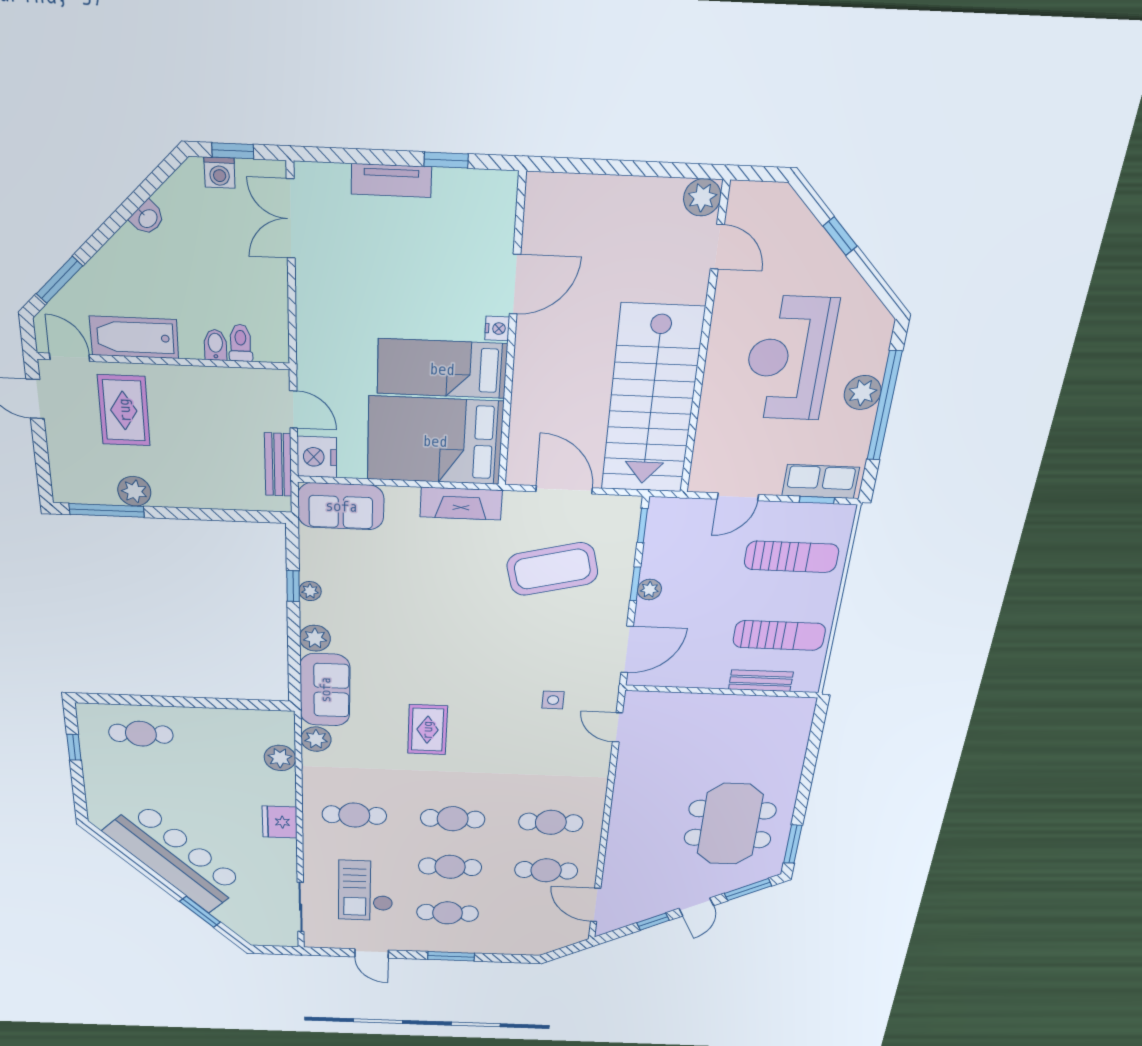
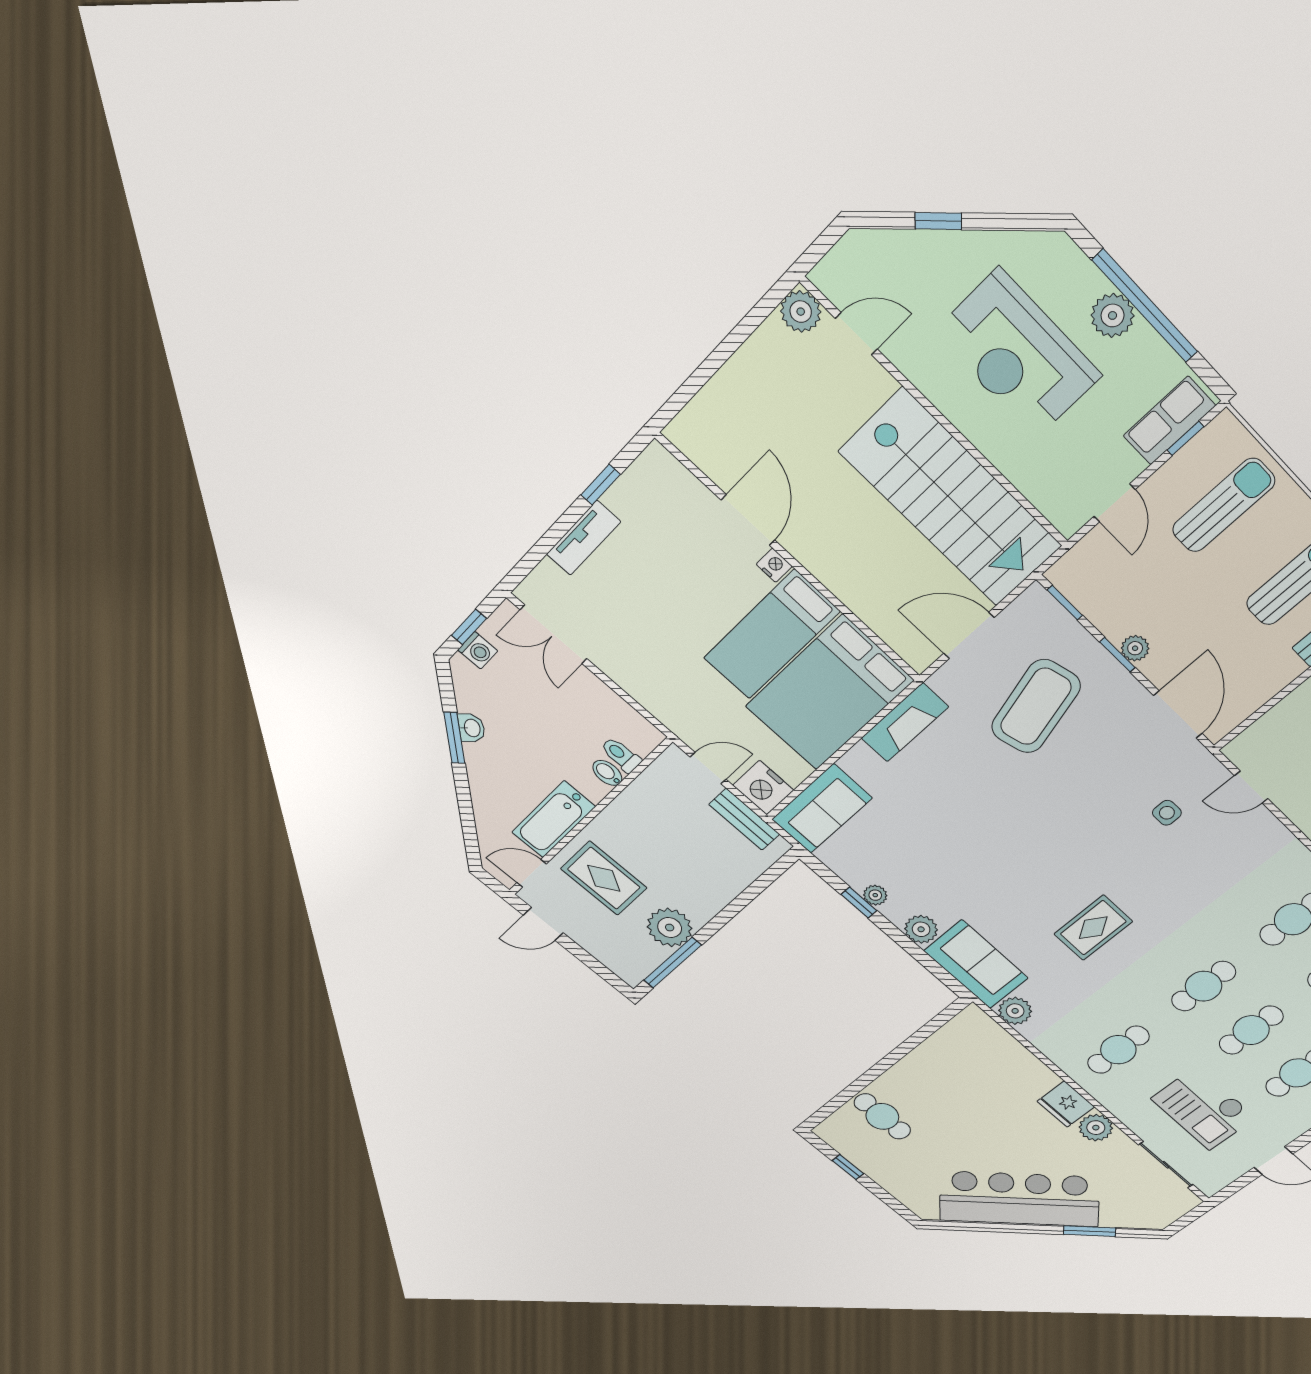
window: (59, 280) -> (454, 738), moved
plant: (134, 491) -> (670, 928), width x1.36, depth x1.36
rug: (427, 730) -> (1093, 928), turned 90
cafe table: (141, 734) -> (882, 1116), turned 90
plant: (280, 758) -> (1096, 1128), moved

